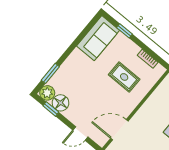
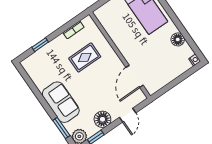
sofa: (98, 38) -> (61, 102), moved
floor lamp: (61, 103) -> (102, 119), moved

